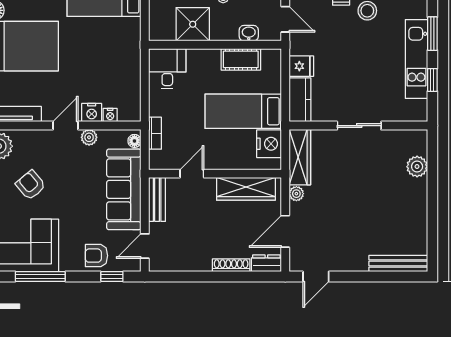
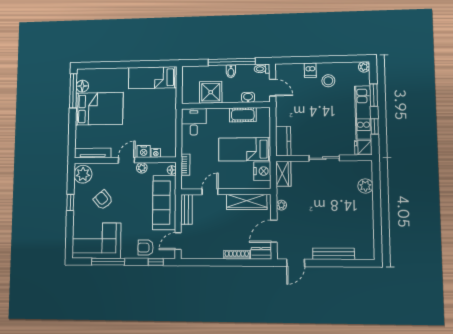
fridge: (301, 66) -> (363, 147), moved, turned 180
wardrobe: (300, 157) -> (283, 174), width x0.67
bench: (398, 264) -> (334, 254), moved

